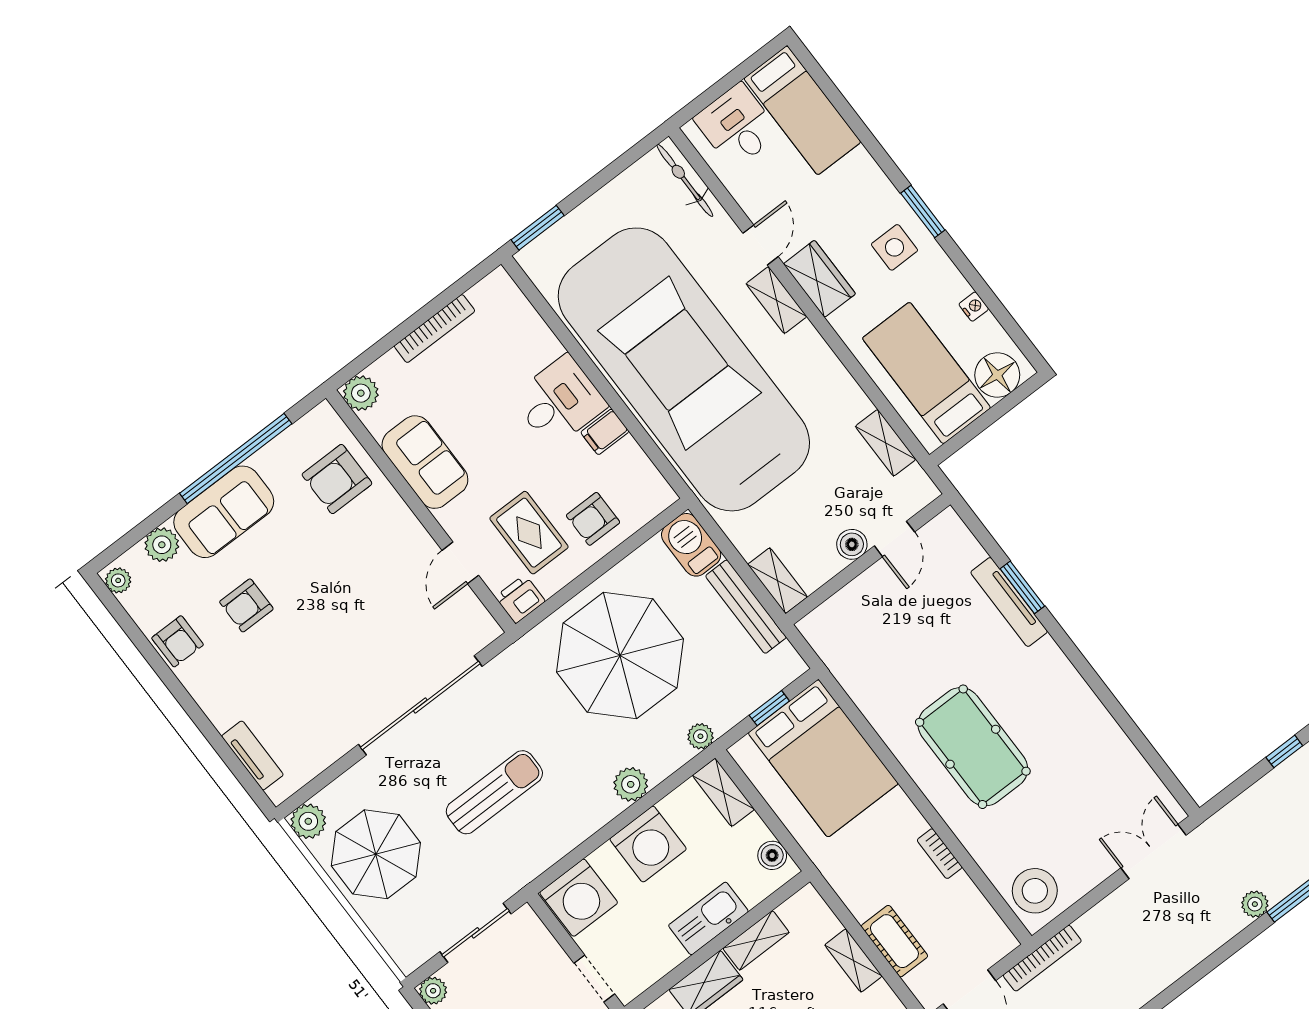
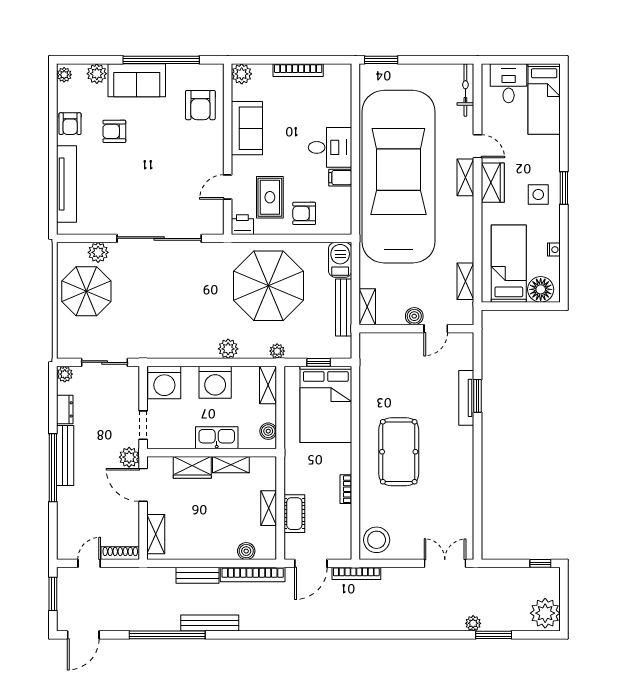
door: (760, 245) -> (478, 146), hinge flipped
armchair: (337, 479) -> (200, 105), turned -90
tv unit: (252, 755) -> (67, 184), width x1.92, depth x1.29
sun lounger: (494, 792) -> (163, 304), removed
plant: (308, 821) -> (98, 252), moved

